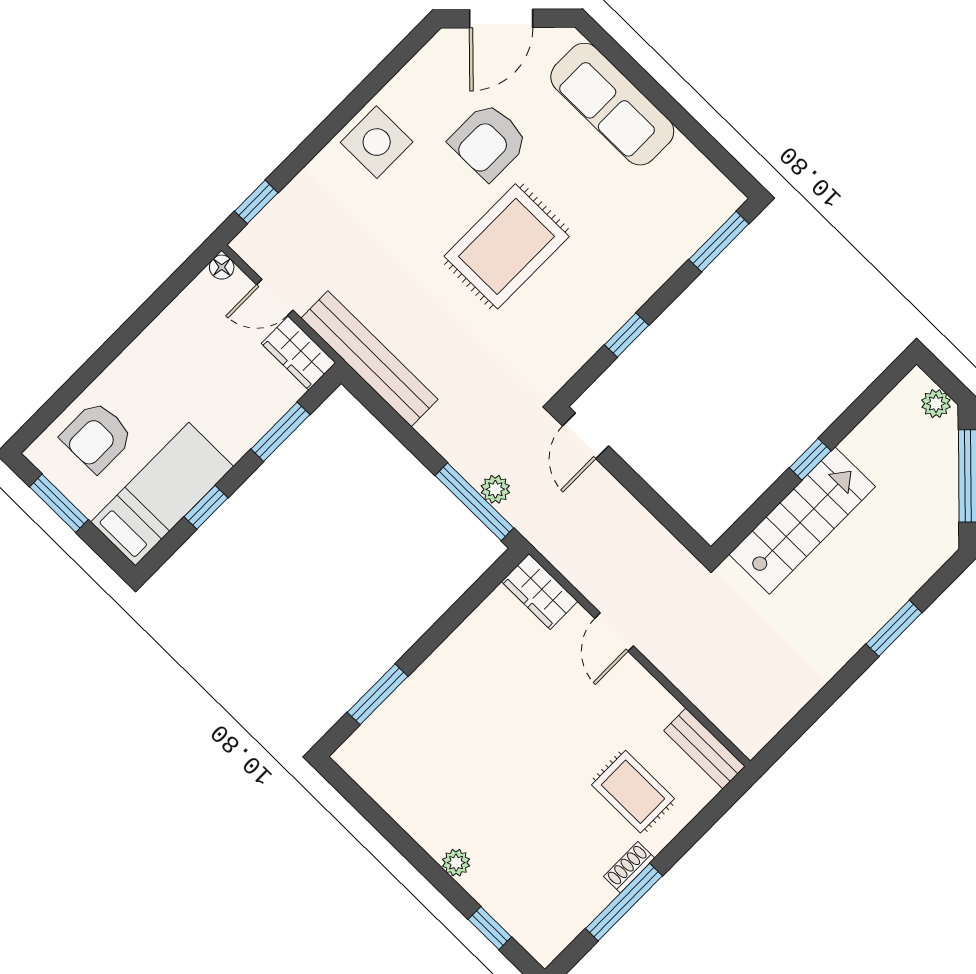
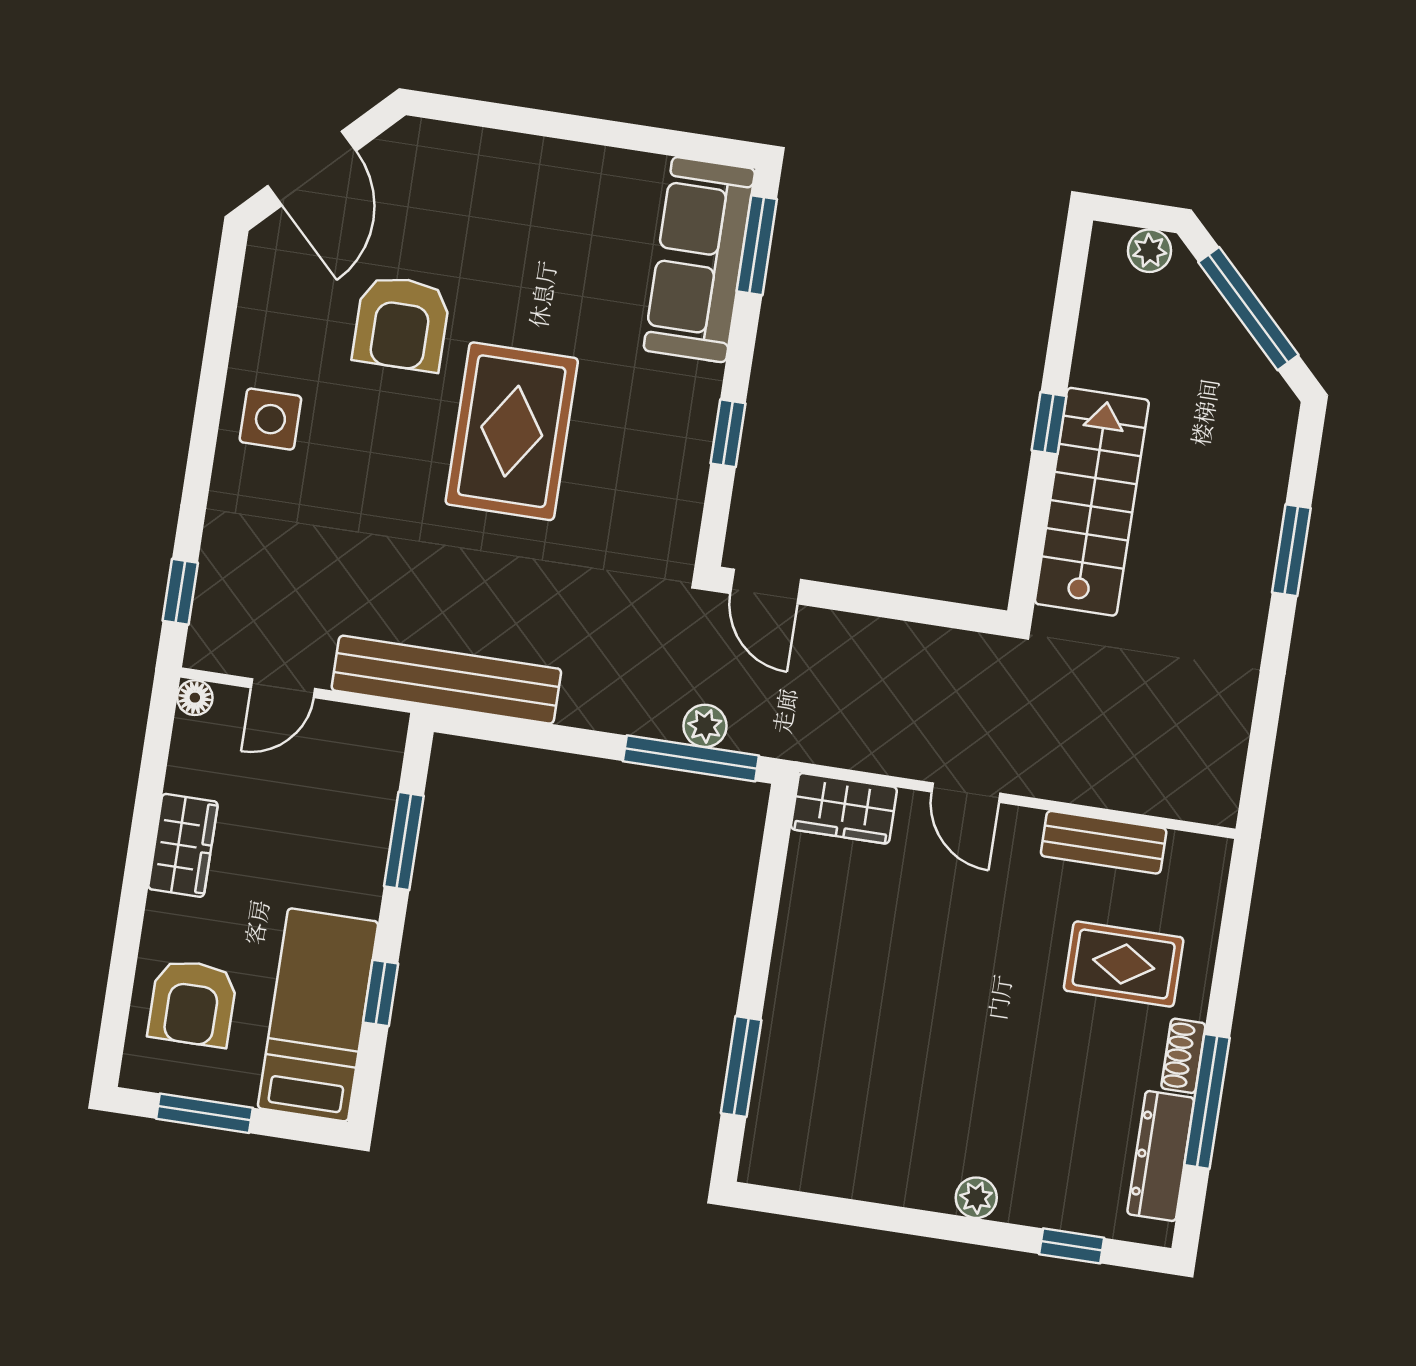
sofa: (612, 104) -> (699, 260), moved, turned 90
side table: (377, 142) -> (270, 419), width x0.73, depth x0.73
wardrobe: (299, 353) -> (183, 845), moved, turned -90
bench: (704, 748) -> (1104, 842), moved
dresser: (576, 914) -> (1161, 1156), added

